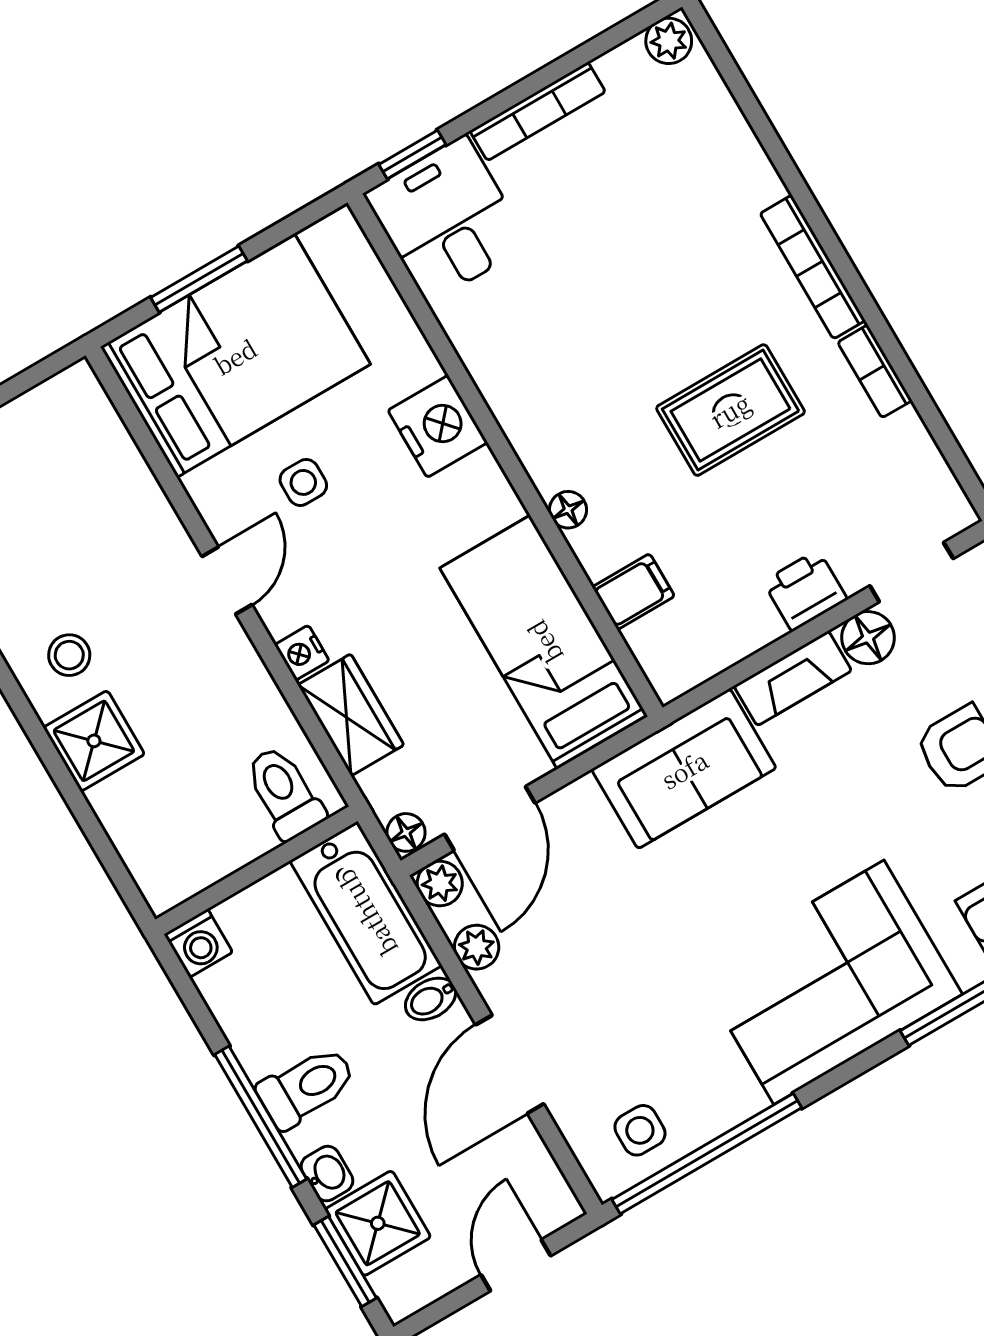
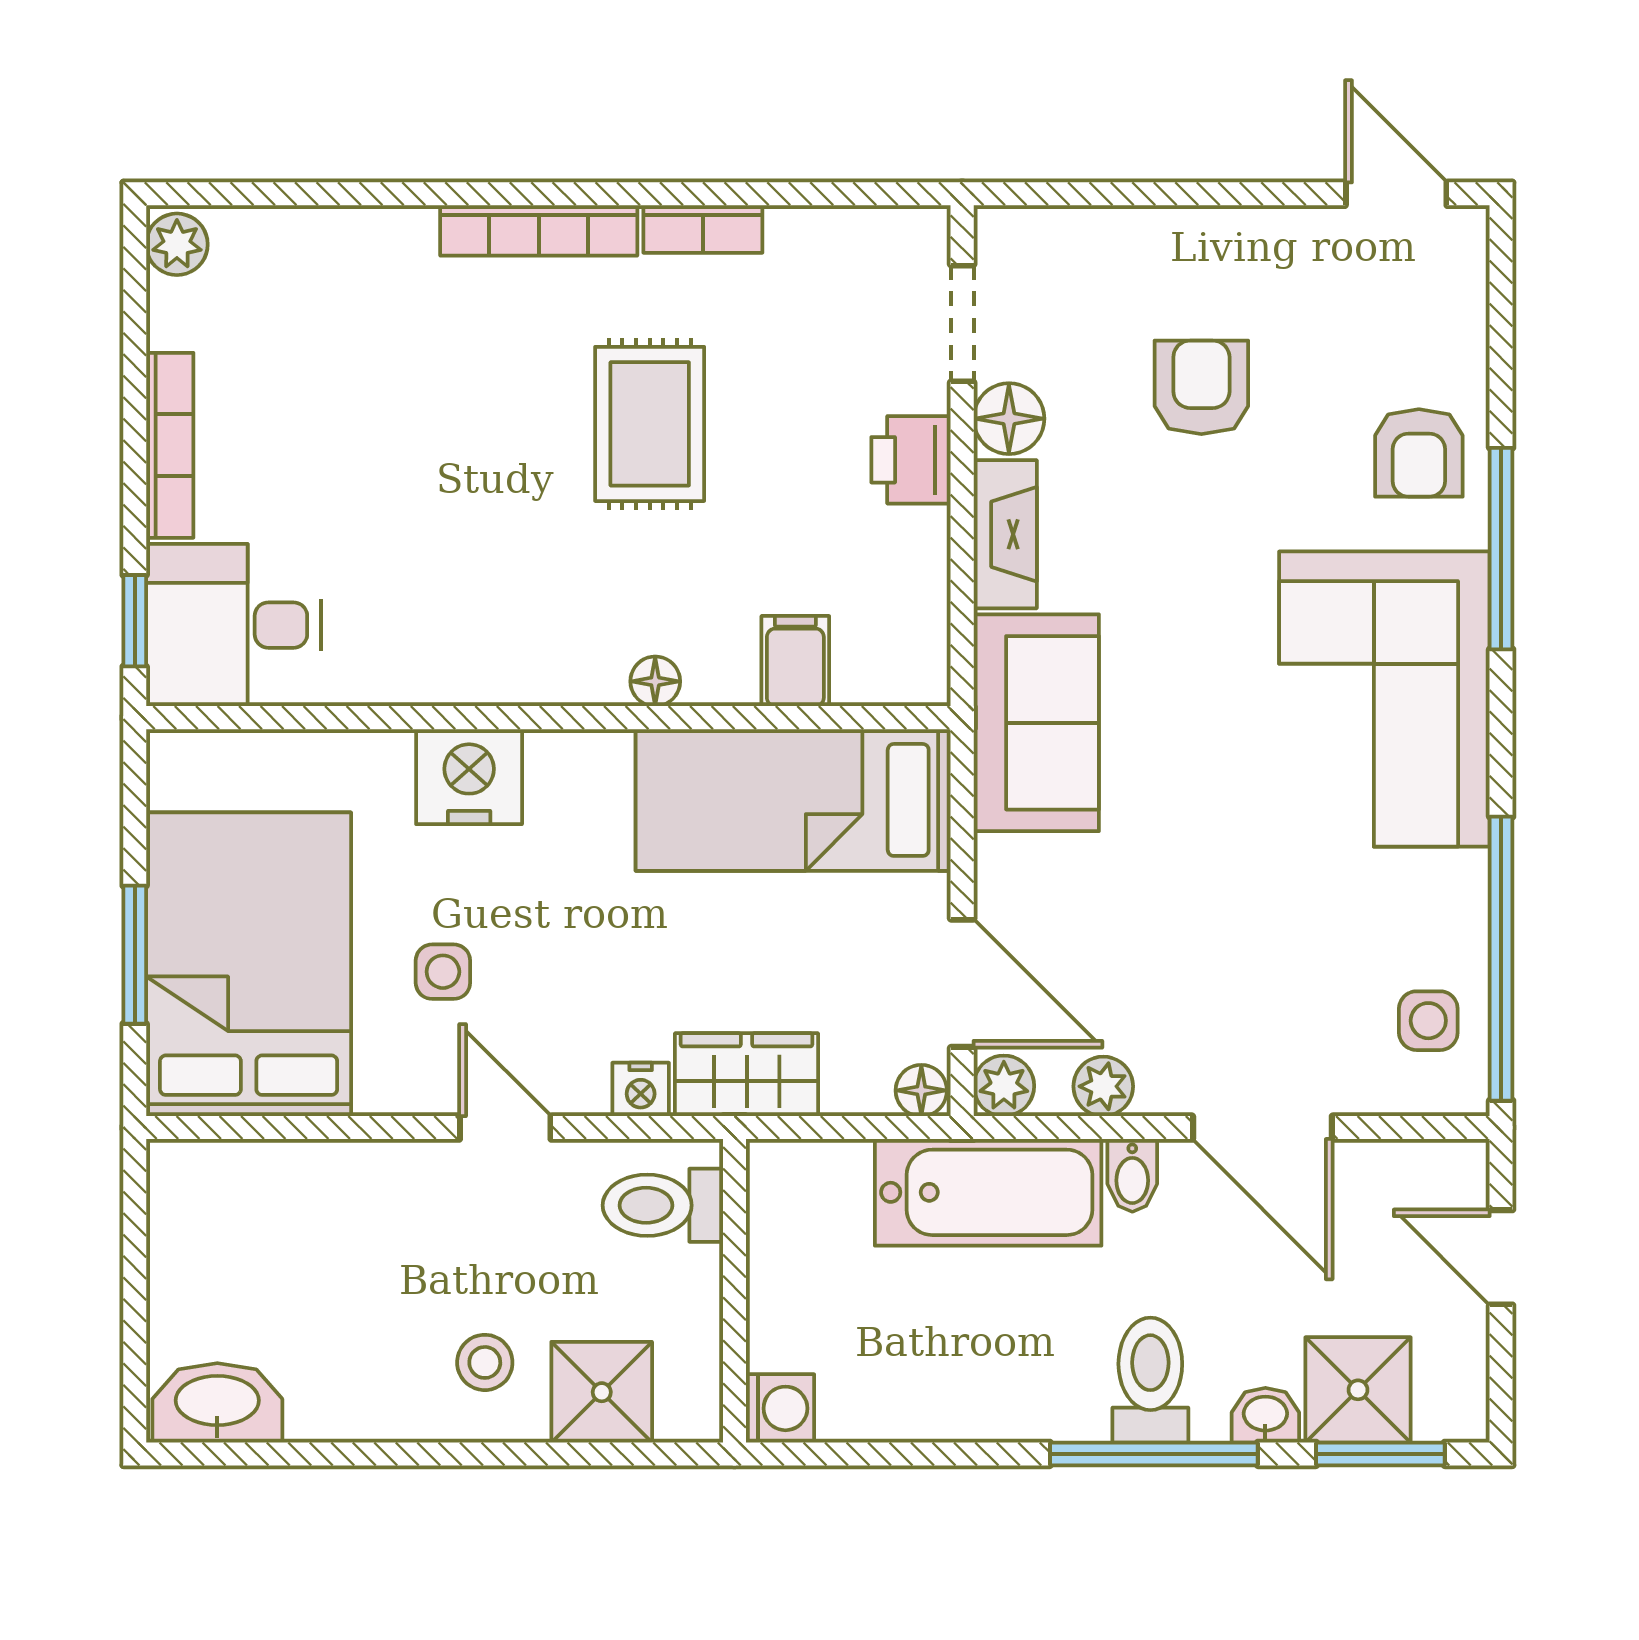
toilet: (284, 793) -> (663, 1205), moved
wall: (256, 870) -> (734, 1291), moved
washing machine: (198, 943) -> (780, 1408), moved

